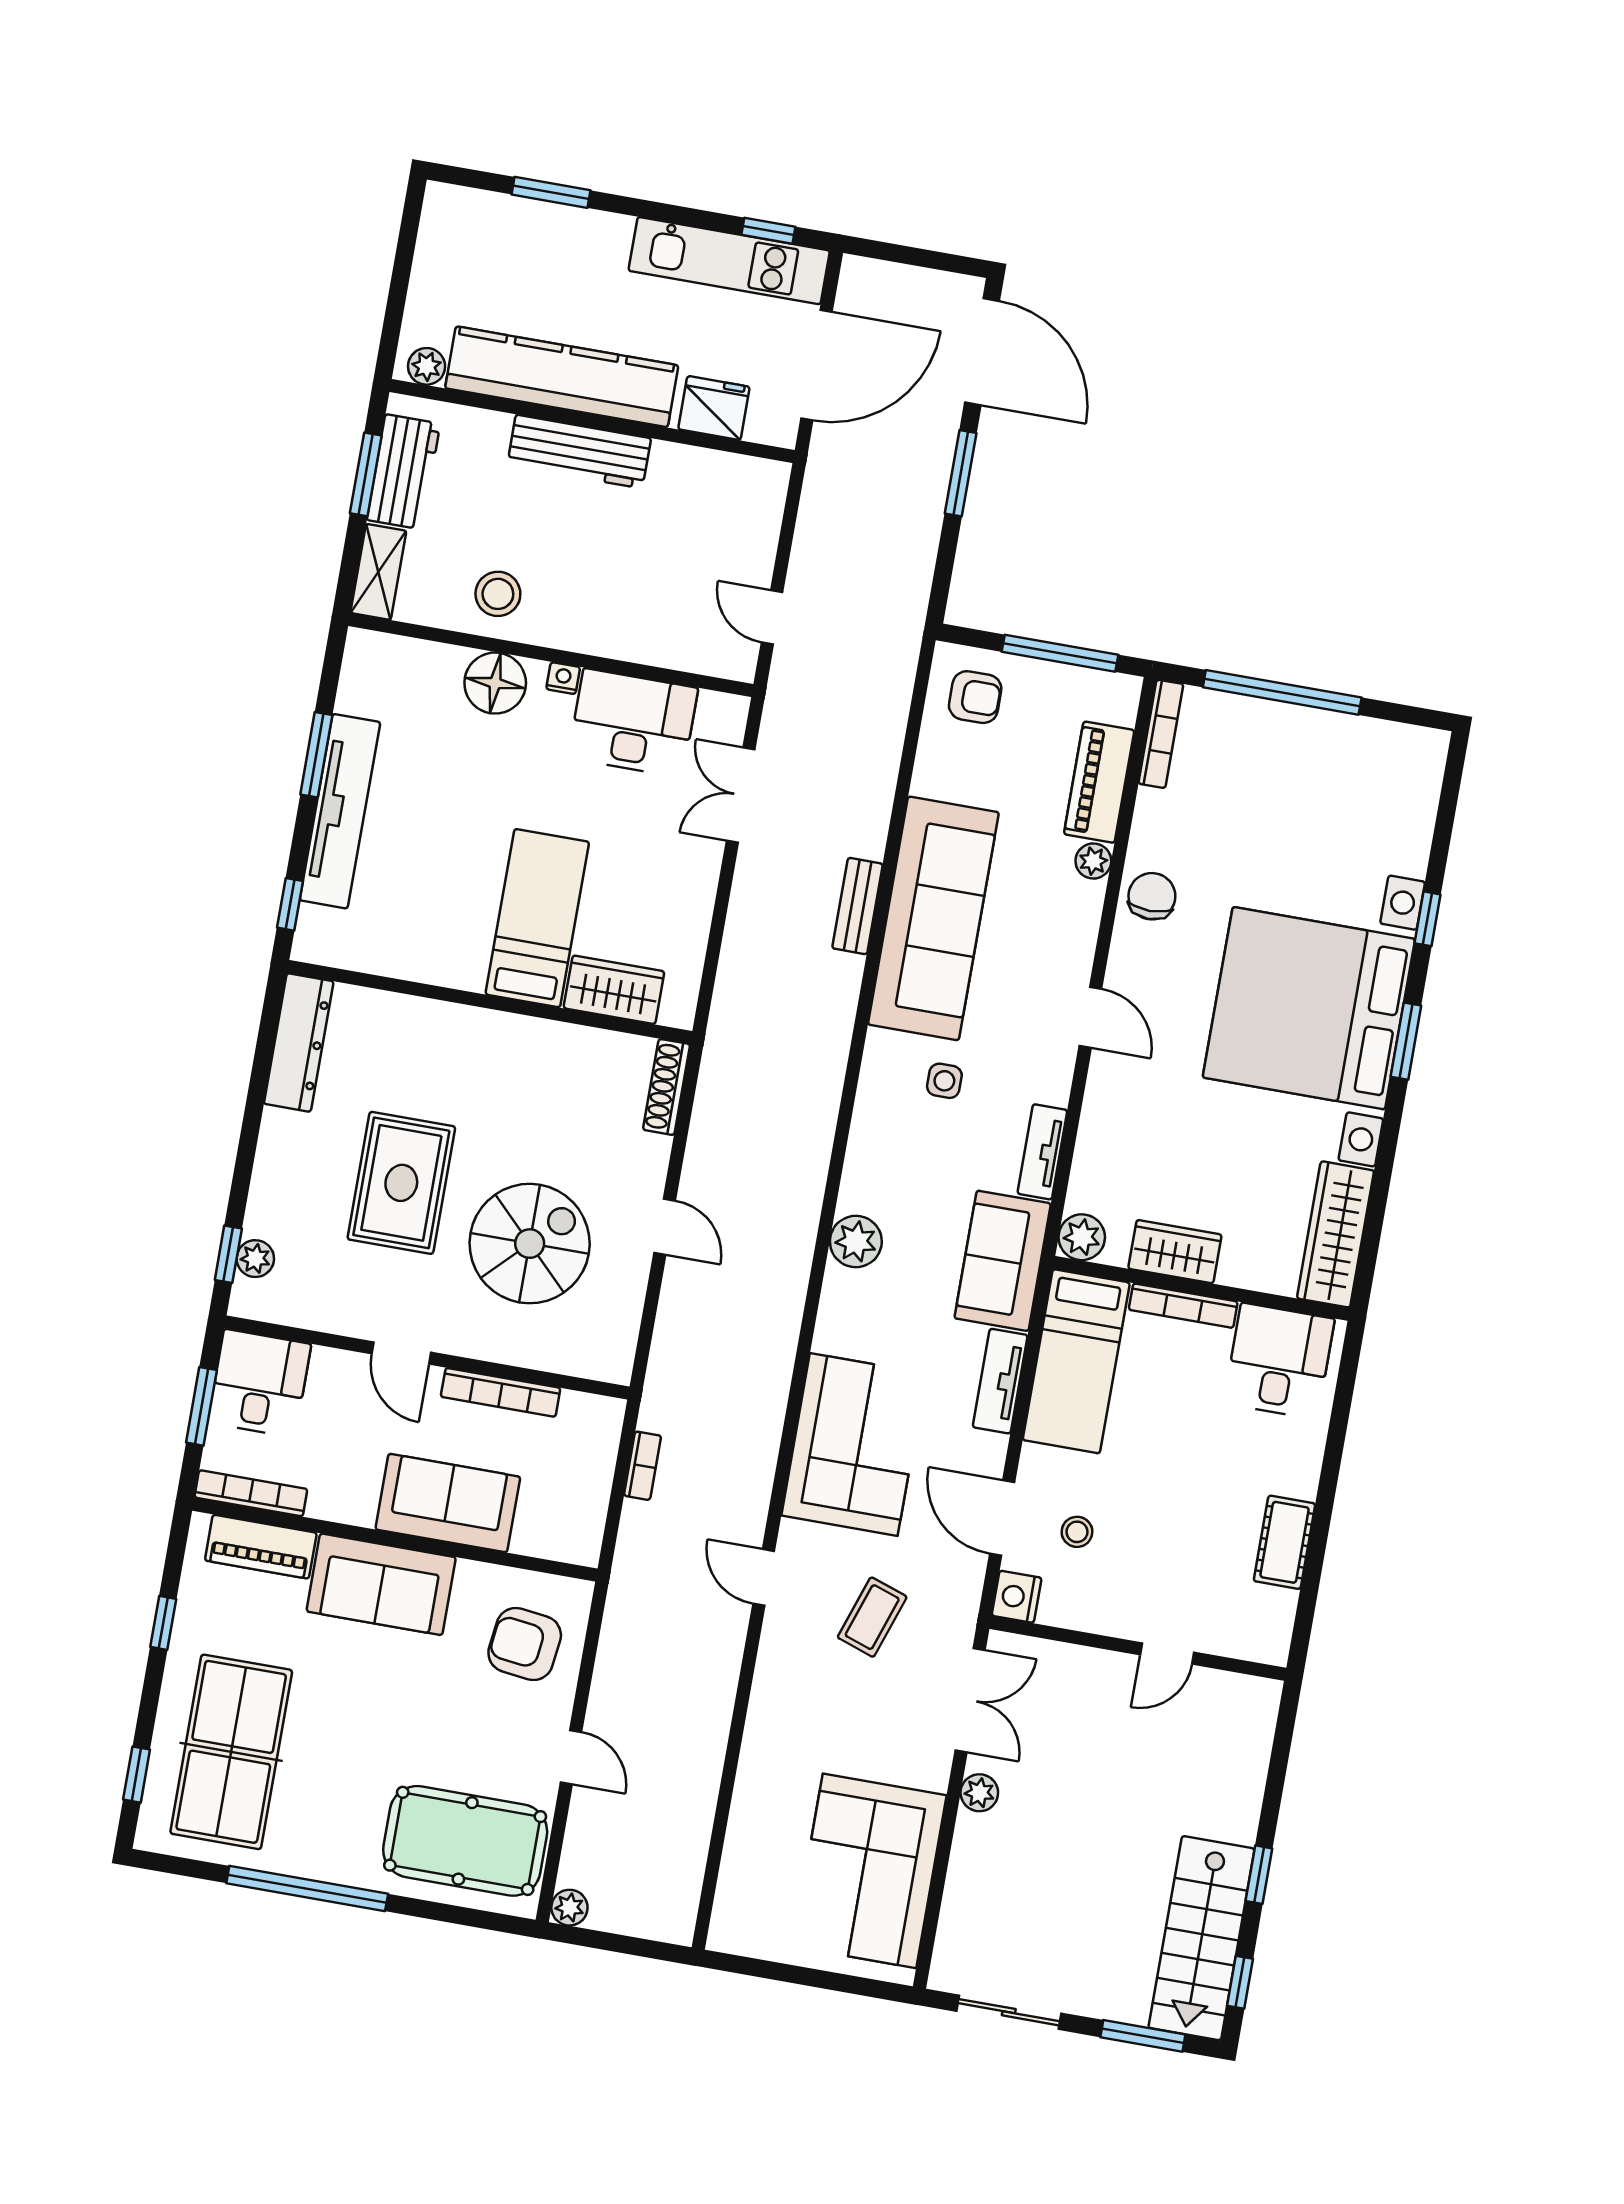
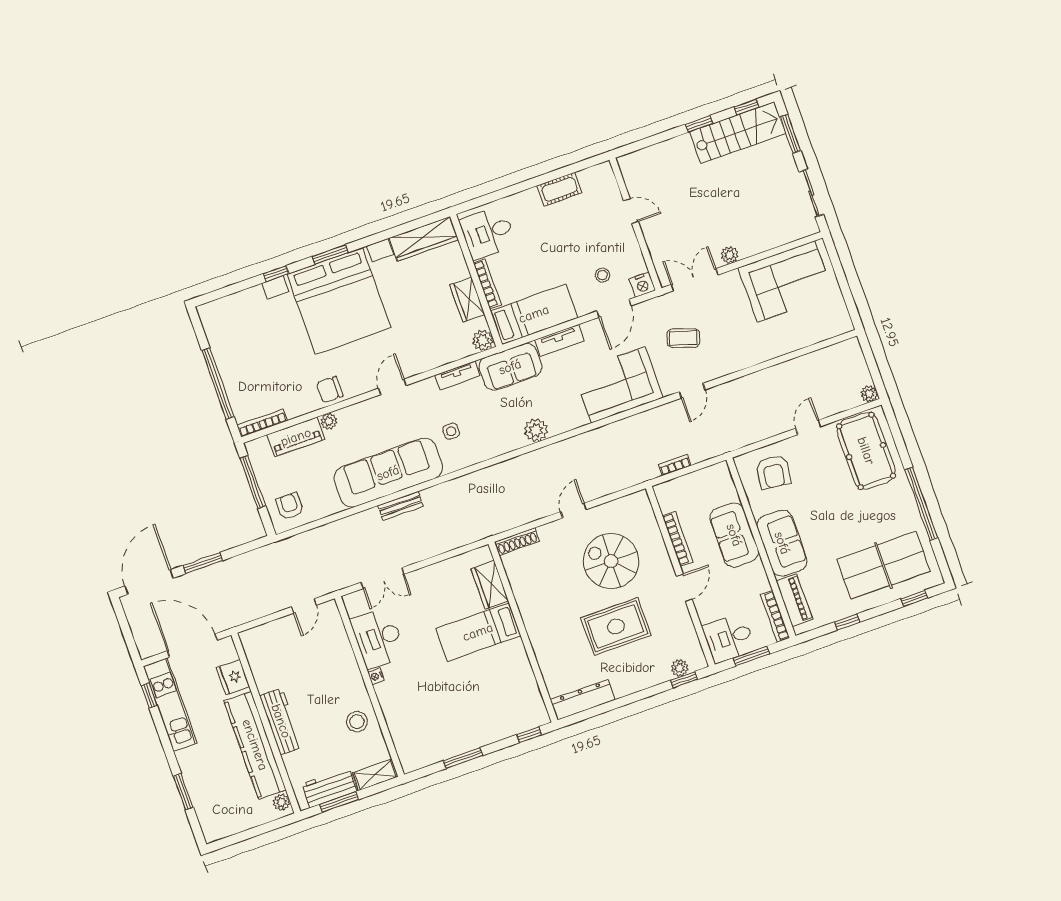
floor lamp: (495, 683) -> (393, 702), removed
tv unit: (340, 811) -> (480, 736), removed

